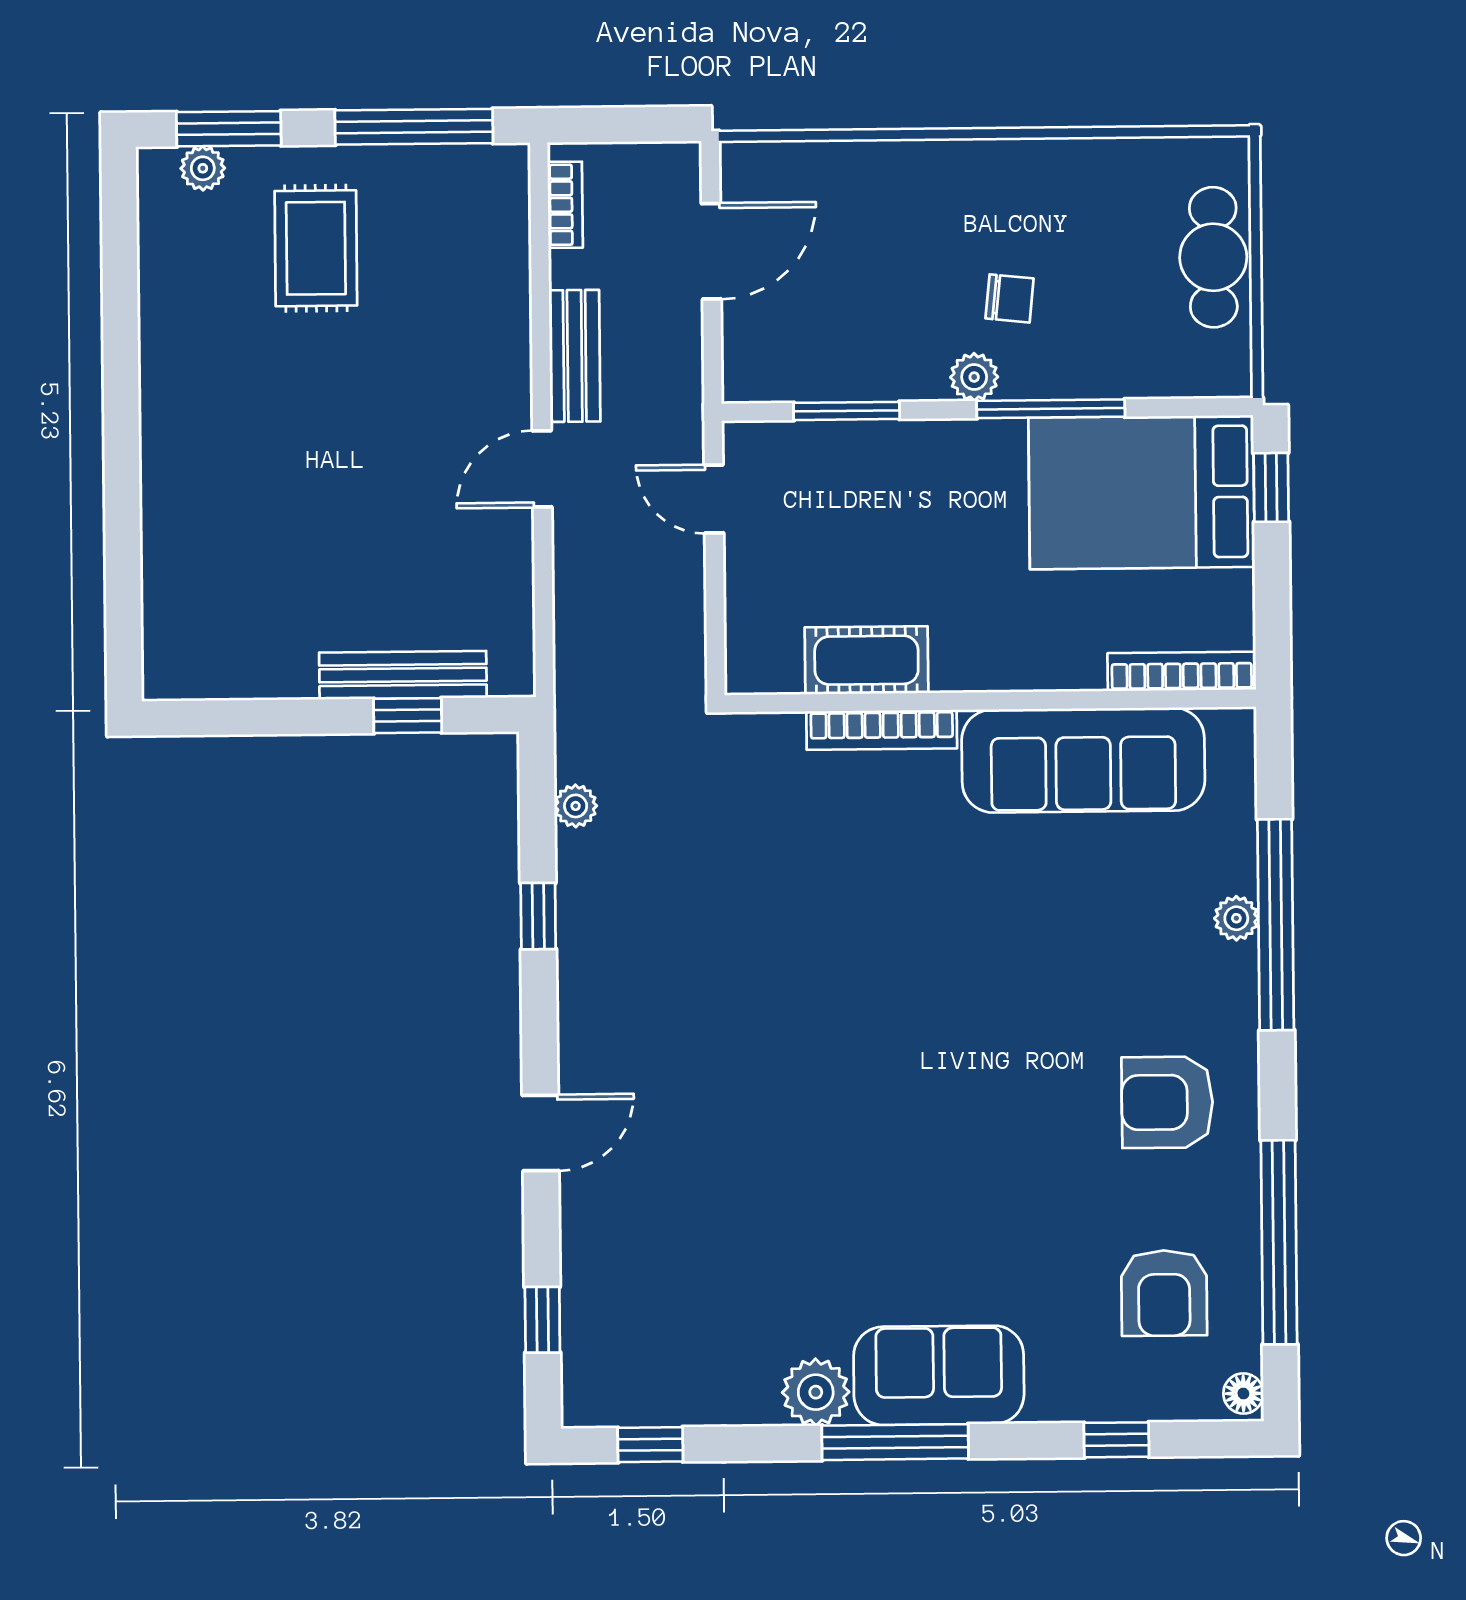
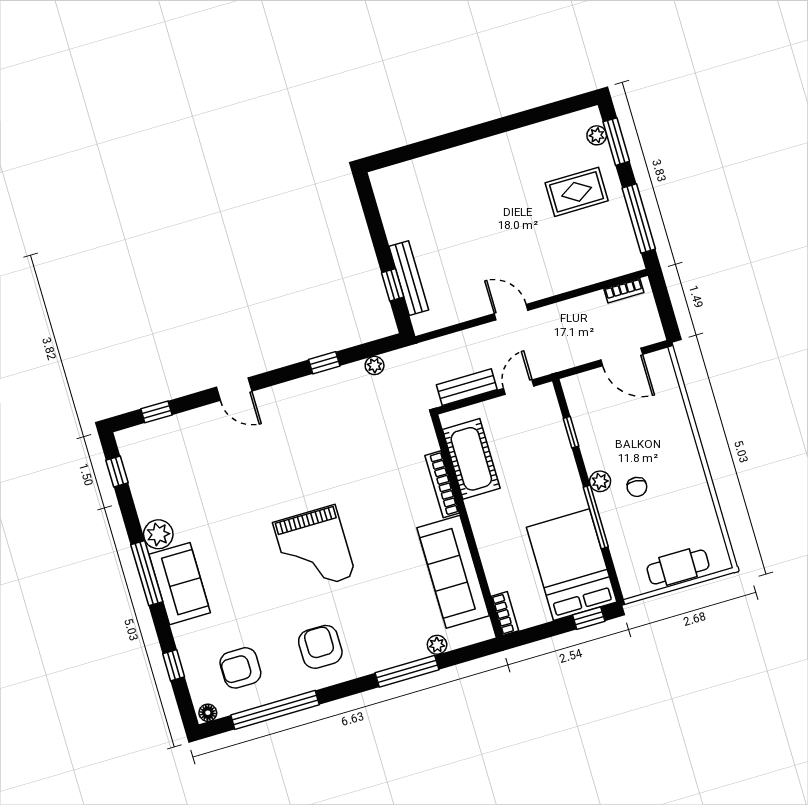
bench: (575, 356) -> (467, 387), moved
window: (847, 411) -> (571, 432), width x0.67
cot: (866, 660) -> (471, 459), width x1.37, depth x1.34
bookcase: (1182, 671) -> (505, 613), width x0.64
plant: (1236, 918) -> (437, 645), moved
window: (1276, 925) -> (407, 671), width x0.68
grand piano: (947, 1055) -> (314, 549), added

